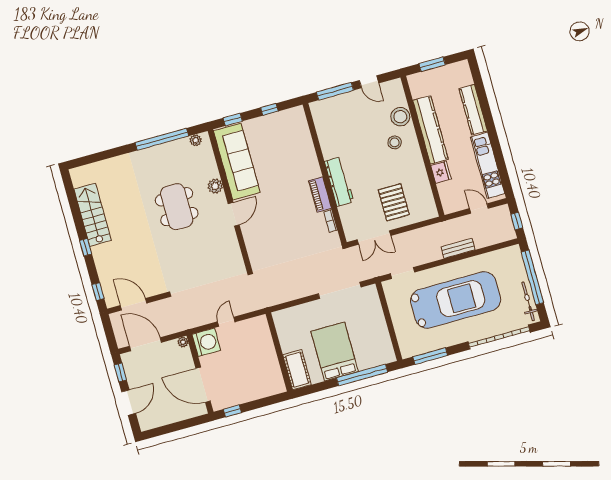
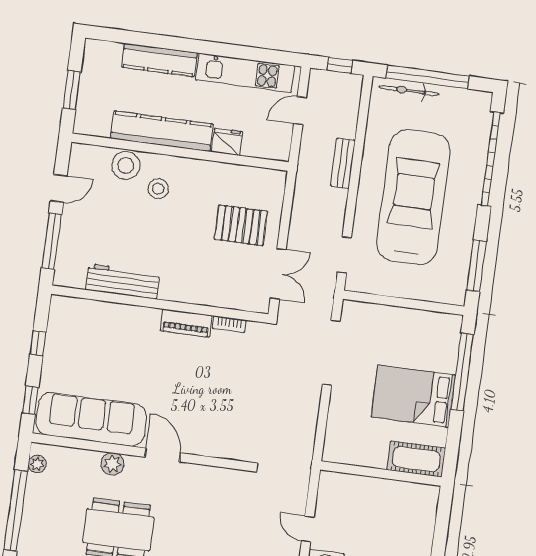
workbench: (339, 182) -> (123, 281), moved
bicycle: (528, 301) -> (409, 91), moved

